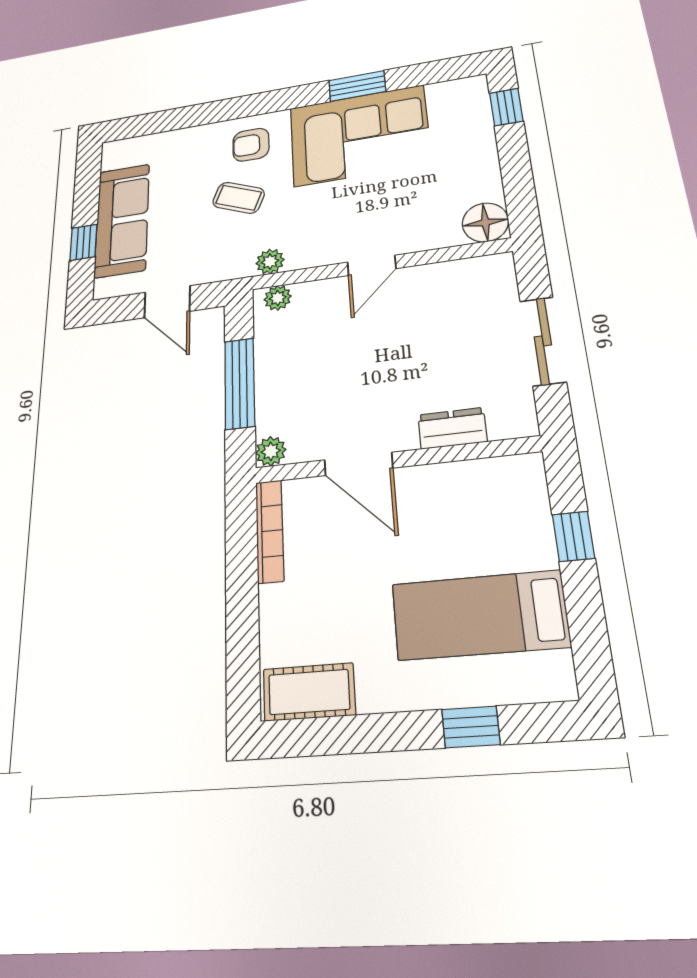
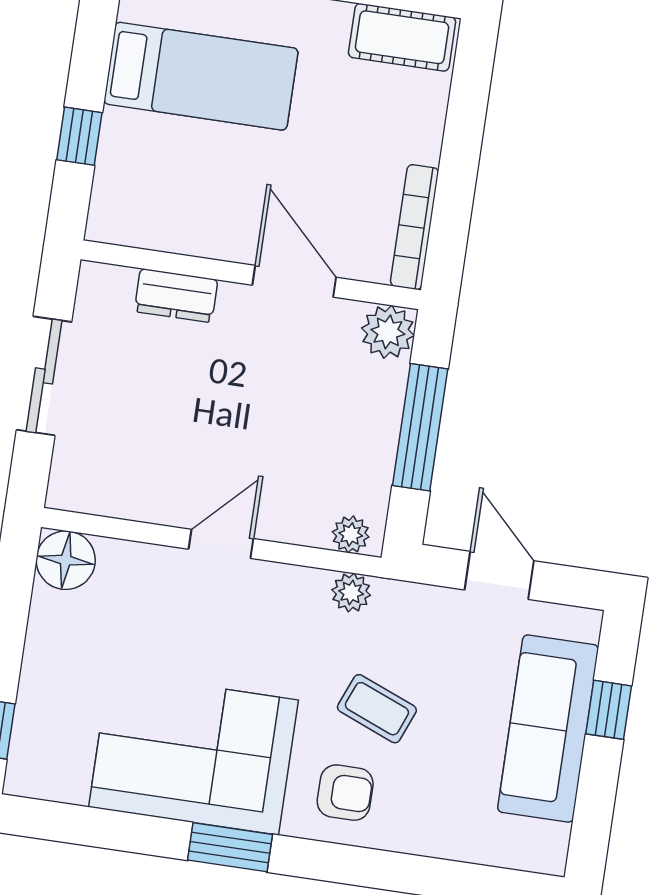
window: (357, 86) -> (230, 847), moved
plant: (271, 451) -> (388, 332), width x1.38, depth x1.38

